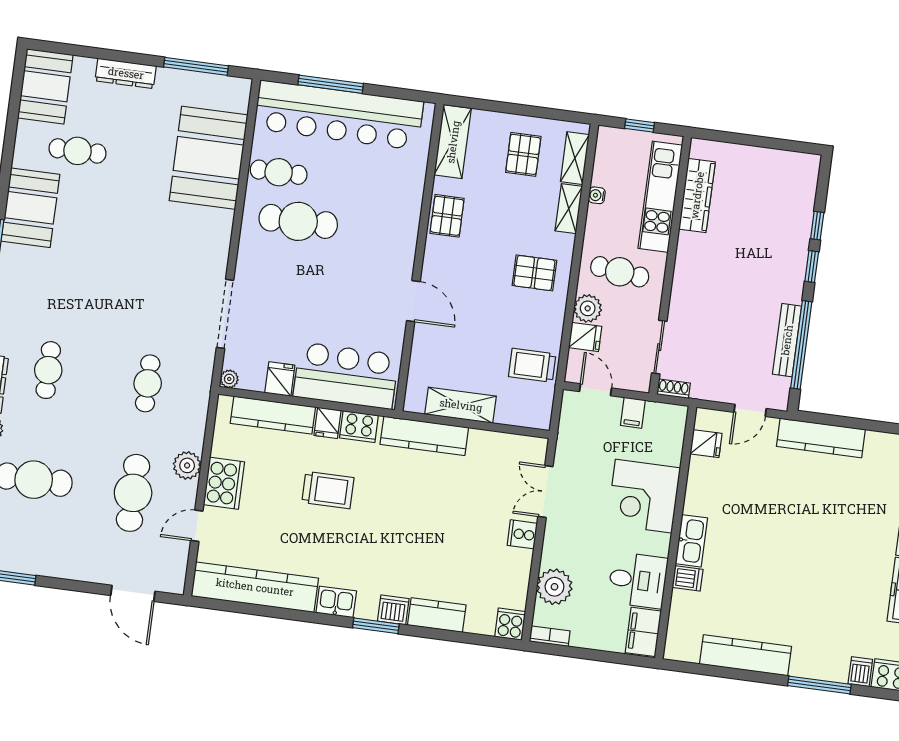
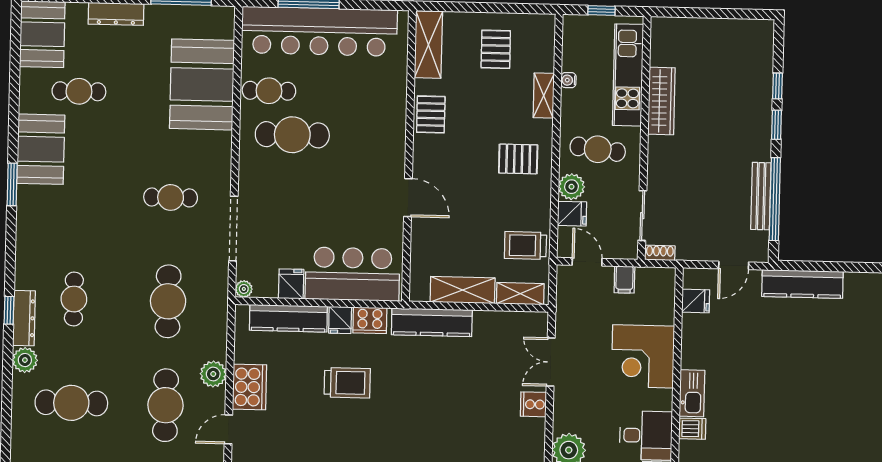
shelving: (575, 158) -> (520, 294), moved, turned 90
wardrobe: (697, 195) -> (661, 101), moved
cafe table: (162, 274) -> (171, 197), added
cafe table: (148, 383) -> (168, 301), width x1.37, depth x1.35

